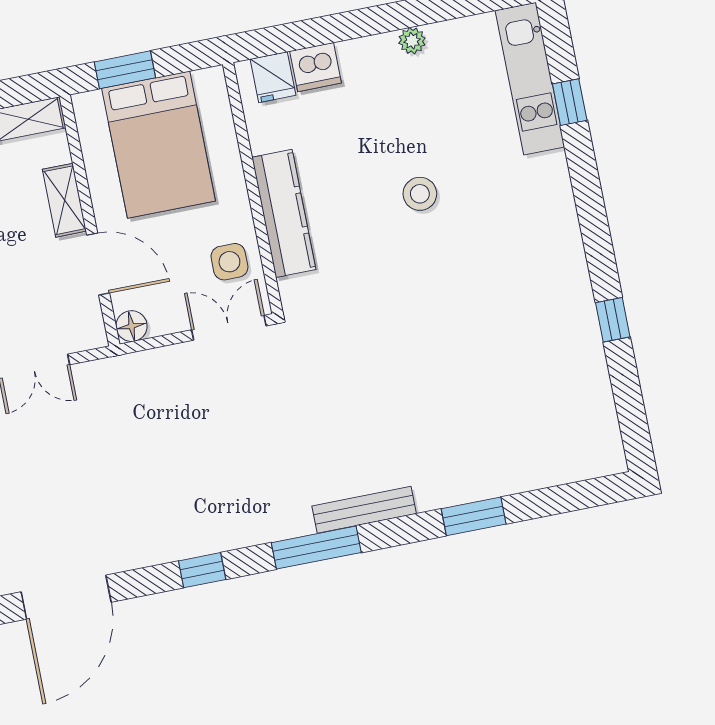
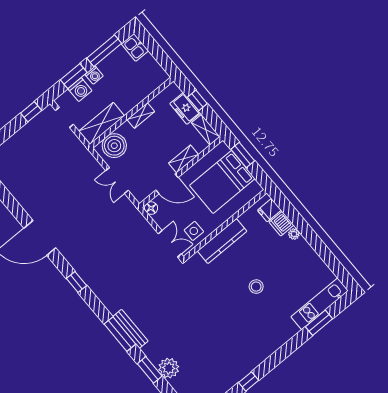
plant: (412, 41) -> (294, 234), moved
window: (570, 102) -> (319, 323), width x1.50
door: (98, 264) -> (167, 184), hinge flipped
plant: (492, 474) -> (169, 368), added
window: (316, 548) -> (120, 334), moved

